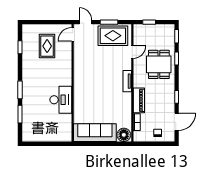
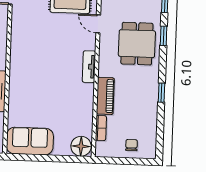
door: (132, 52) -> (98, 24), swing flipped
door: (177, 122) -> (160, 130), removed
sofa: (95, 133) -> (30, 141), width x0.73

